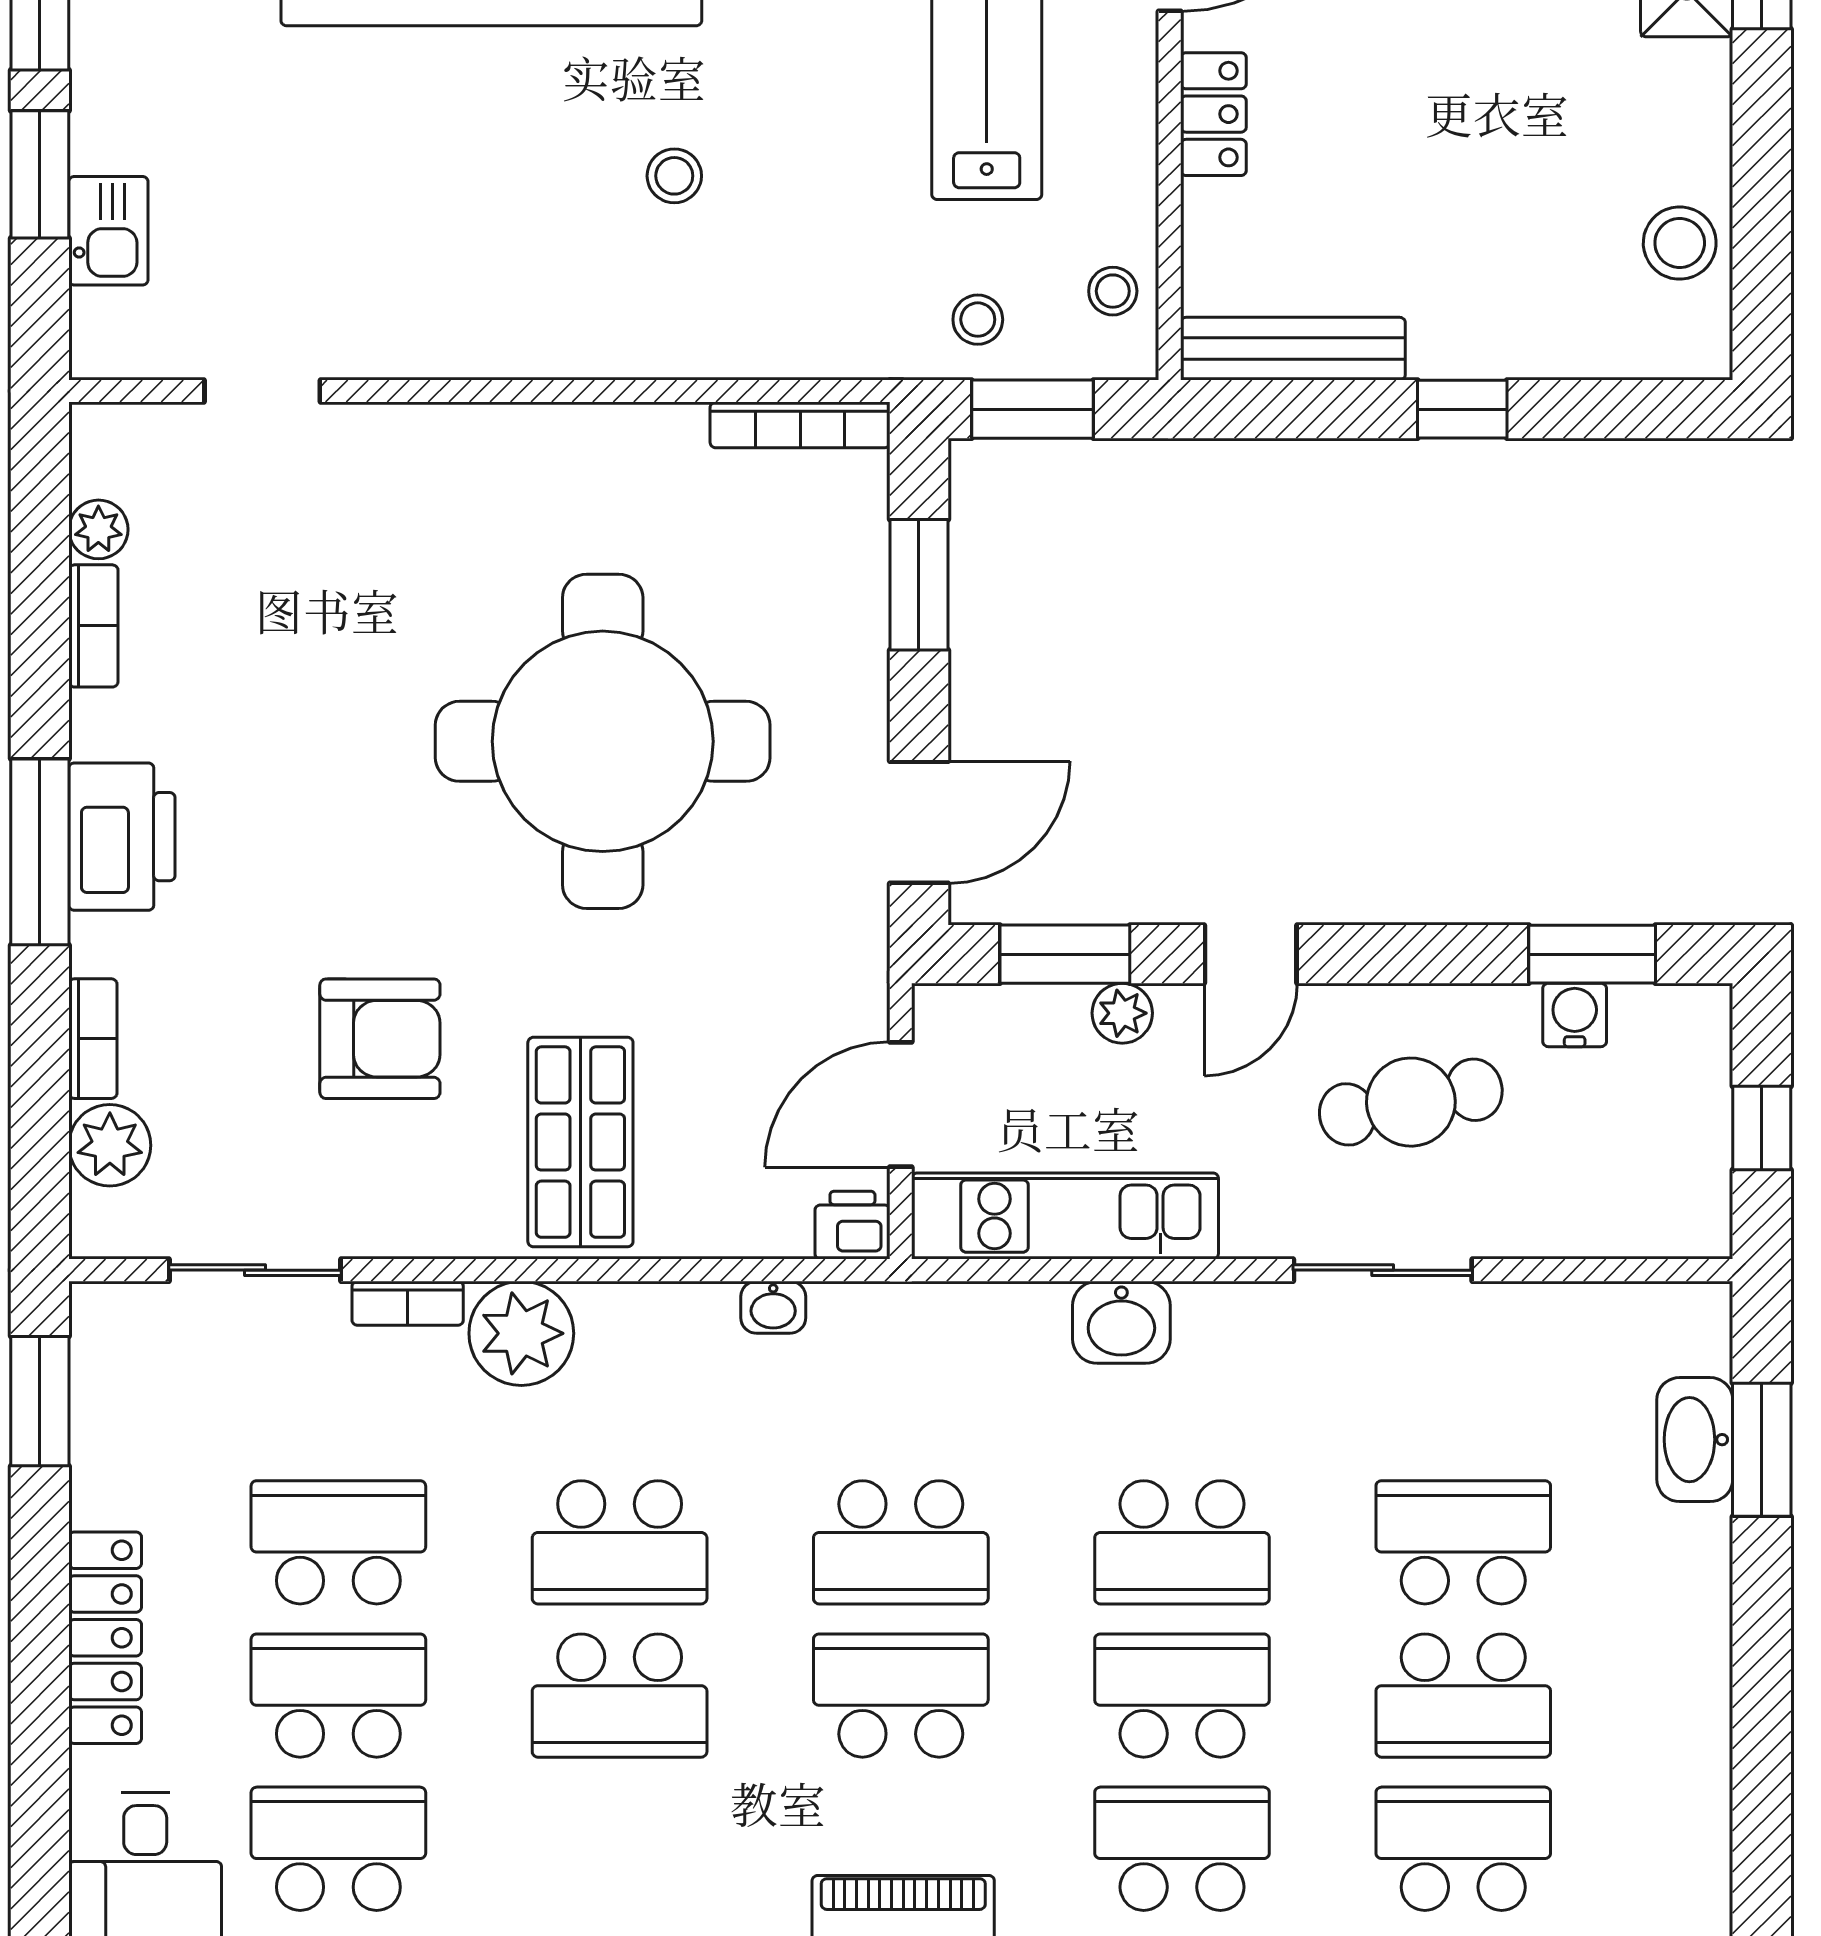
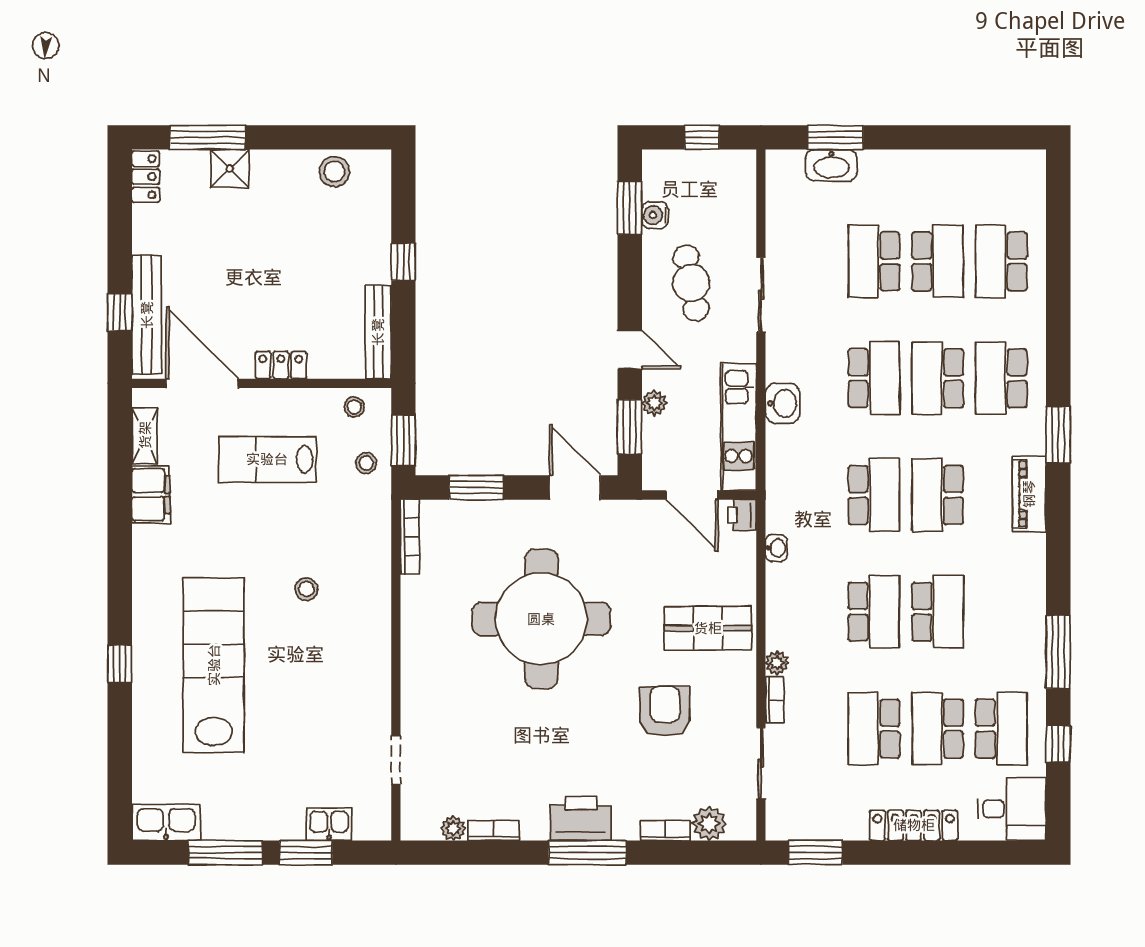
plant: (521, 1333) -> (777, 663), width x0.53, depth x0.53
school desk: (338, 1849) -> (1001, 729), turned 180

